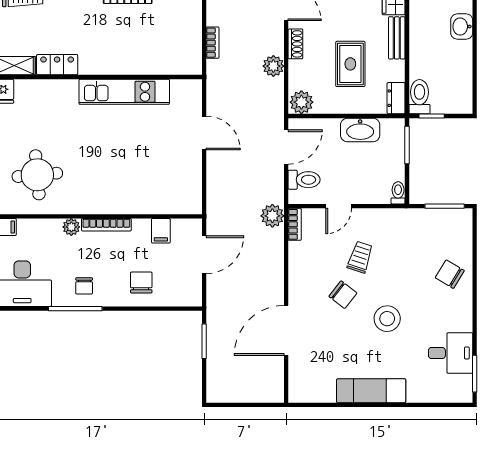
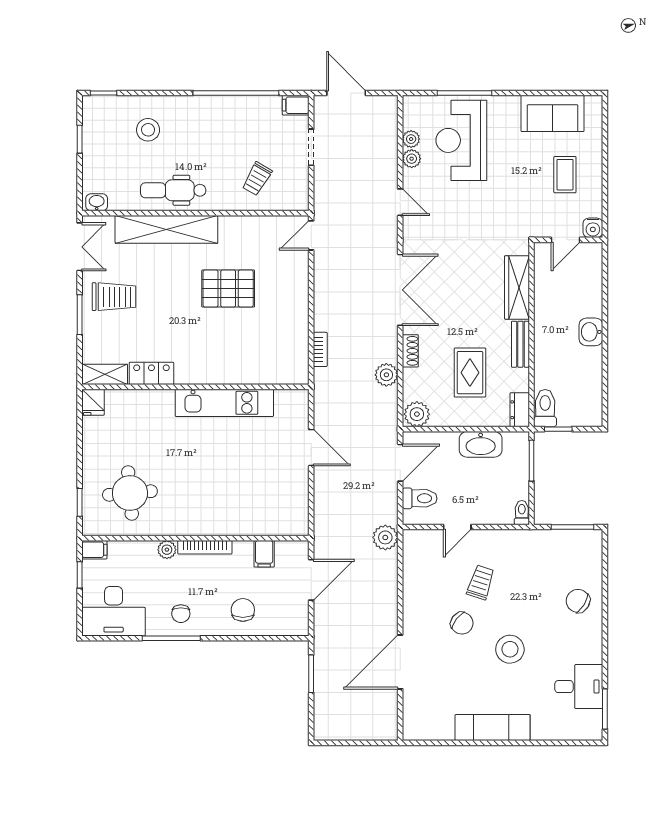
bookcase: (295, 224) -> (409, 547), removed

